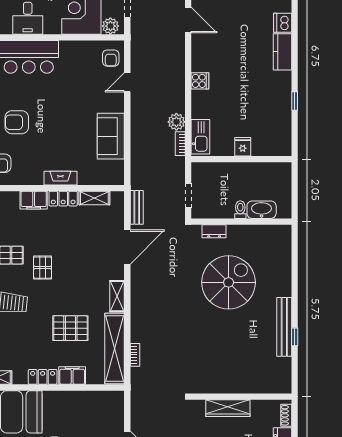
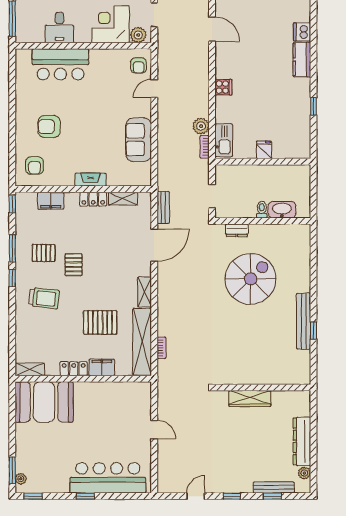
filing cabinet: (34, 200) -> (51, 201), moved
shoe rack: (286, 415) -> (305, 405), removed

